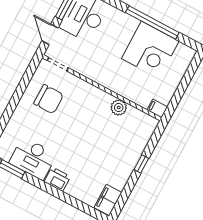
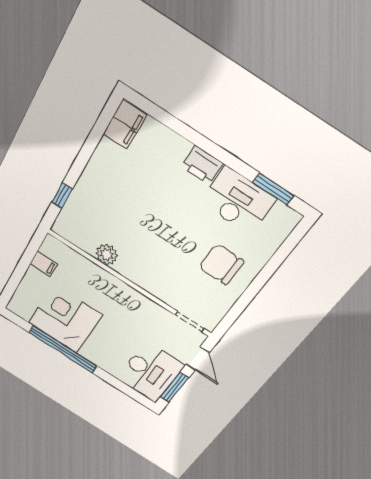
chair: (49, 99) -> (221, 264), moved
filing cabinet: (157, 108) -> (44, 264), moved
window: (141, 164) -> (62, 196), moved

